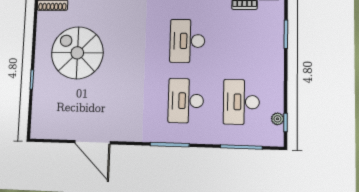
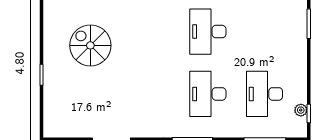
spiral stairs: (77, 53) -> (90, 45), width x0.73, depth x0.73

